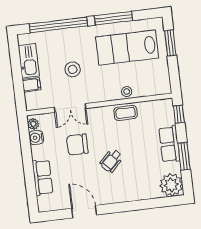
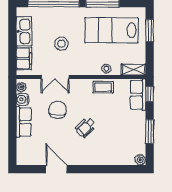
filing cabinet: (32, 85) -> (24, 58), width x2.00
shelving: (157, 89) -> (133, 70), added
row of seats: (169, 144) -> (138, 95), moved
chair: (77, 145) -> (58, 110), turned 90
row of seats: (43, 177) -> (24, 122), moved
plant: (171, 185) -> (140, 160), width x0.53, depth x0.53

